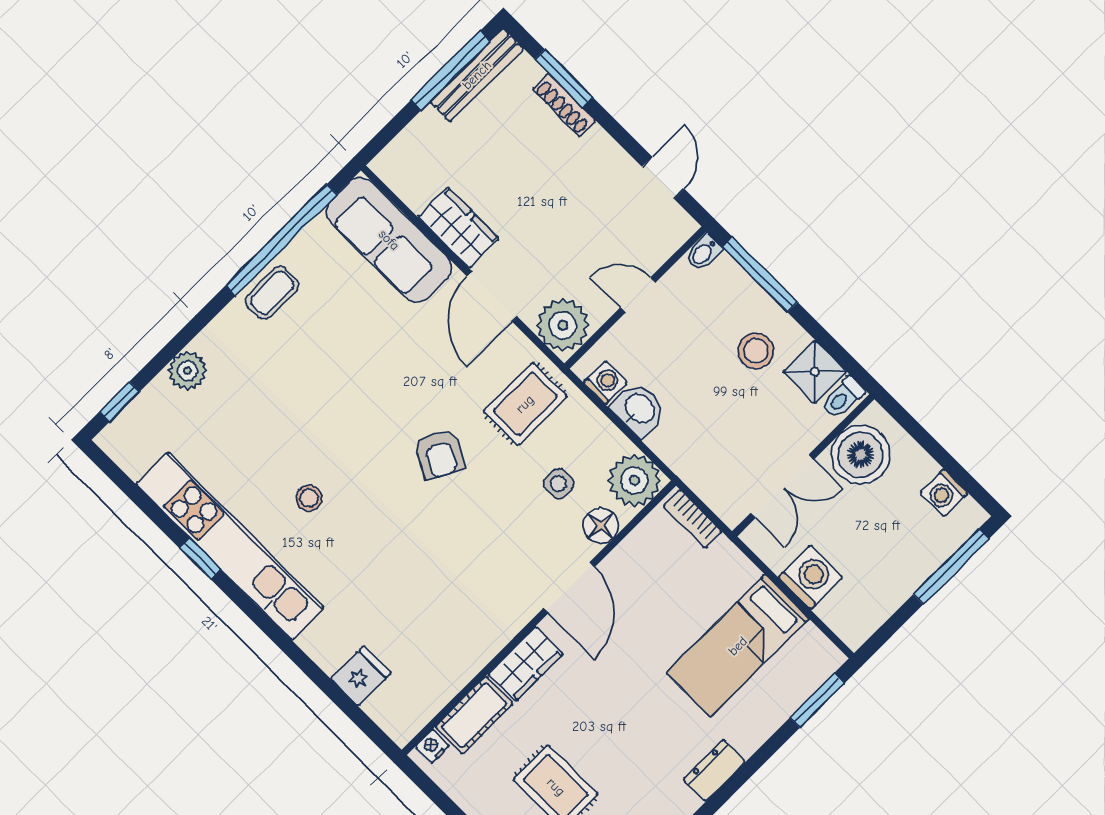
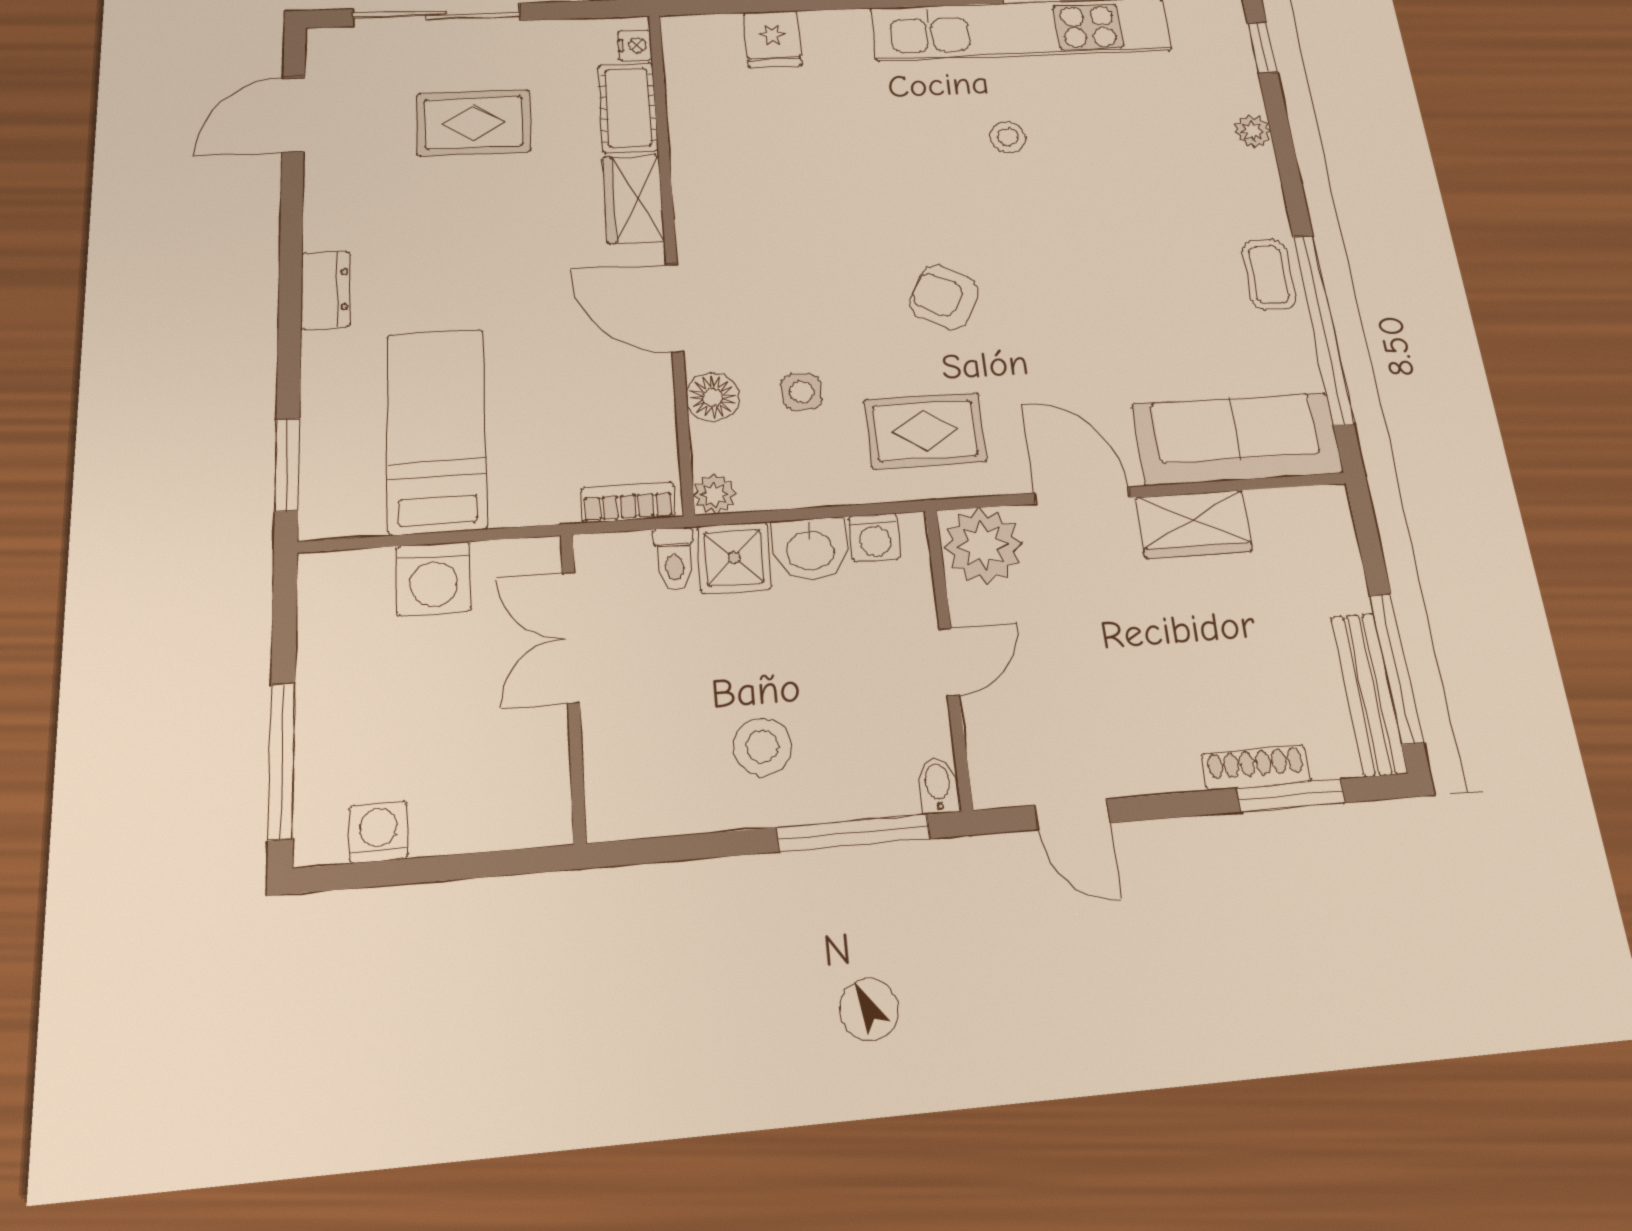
plant: (187, 371) -> (1252, 131), width x0.73, depth x0.73
shower: (815, 372) -> (734, 558), moved
toilet: (843, 397) -> (674, 559), moved, turned 180
rug: (525, 404) -> (925, 431), turned 90
boiler: (860, 455) -> (522, 767), removed
plant: (634, 481) -> (714, 494), width x0.53, depth x0.53

